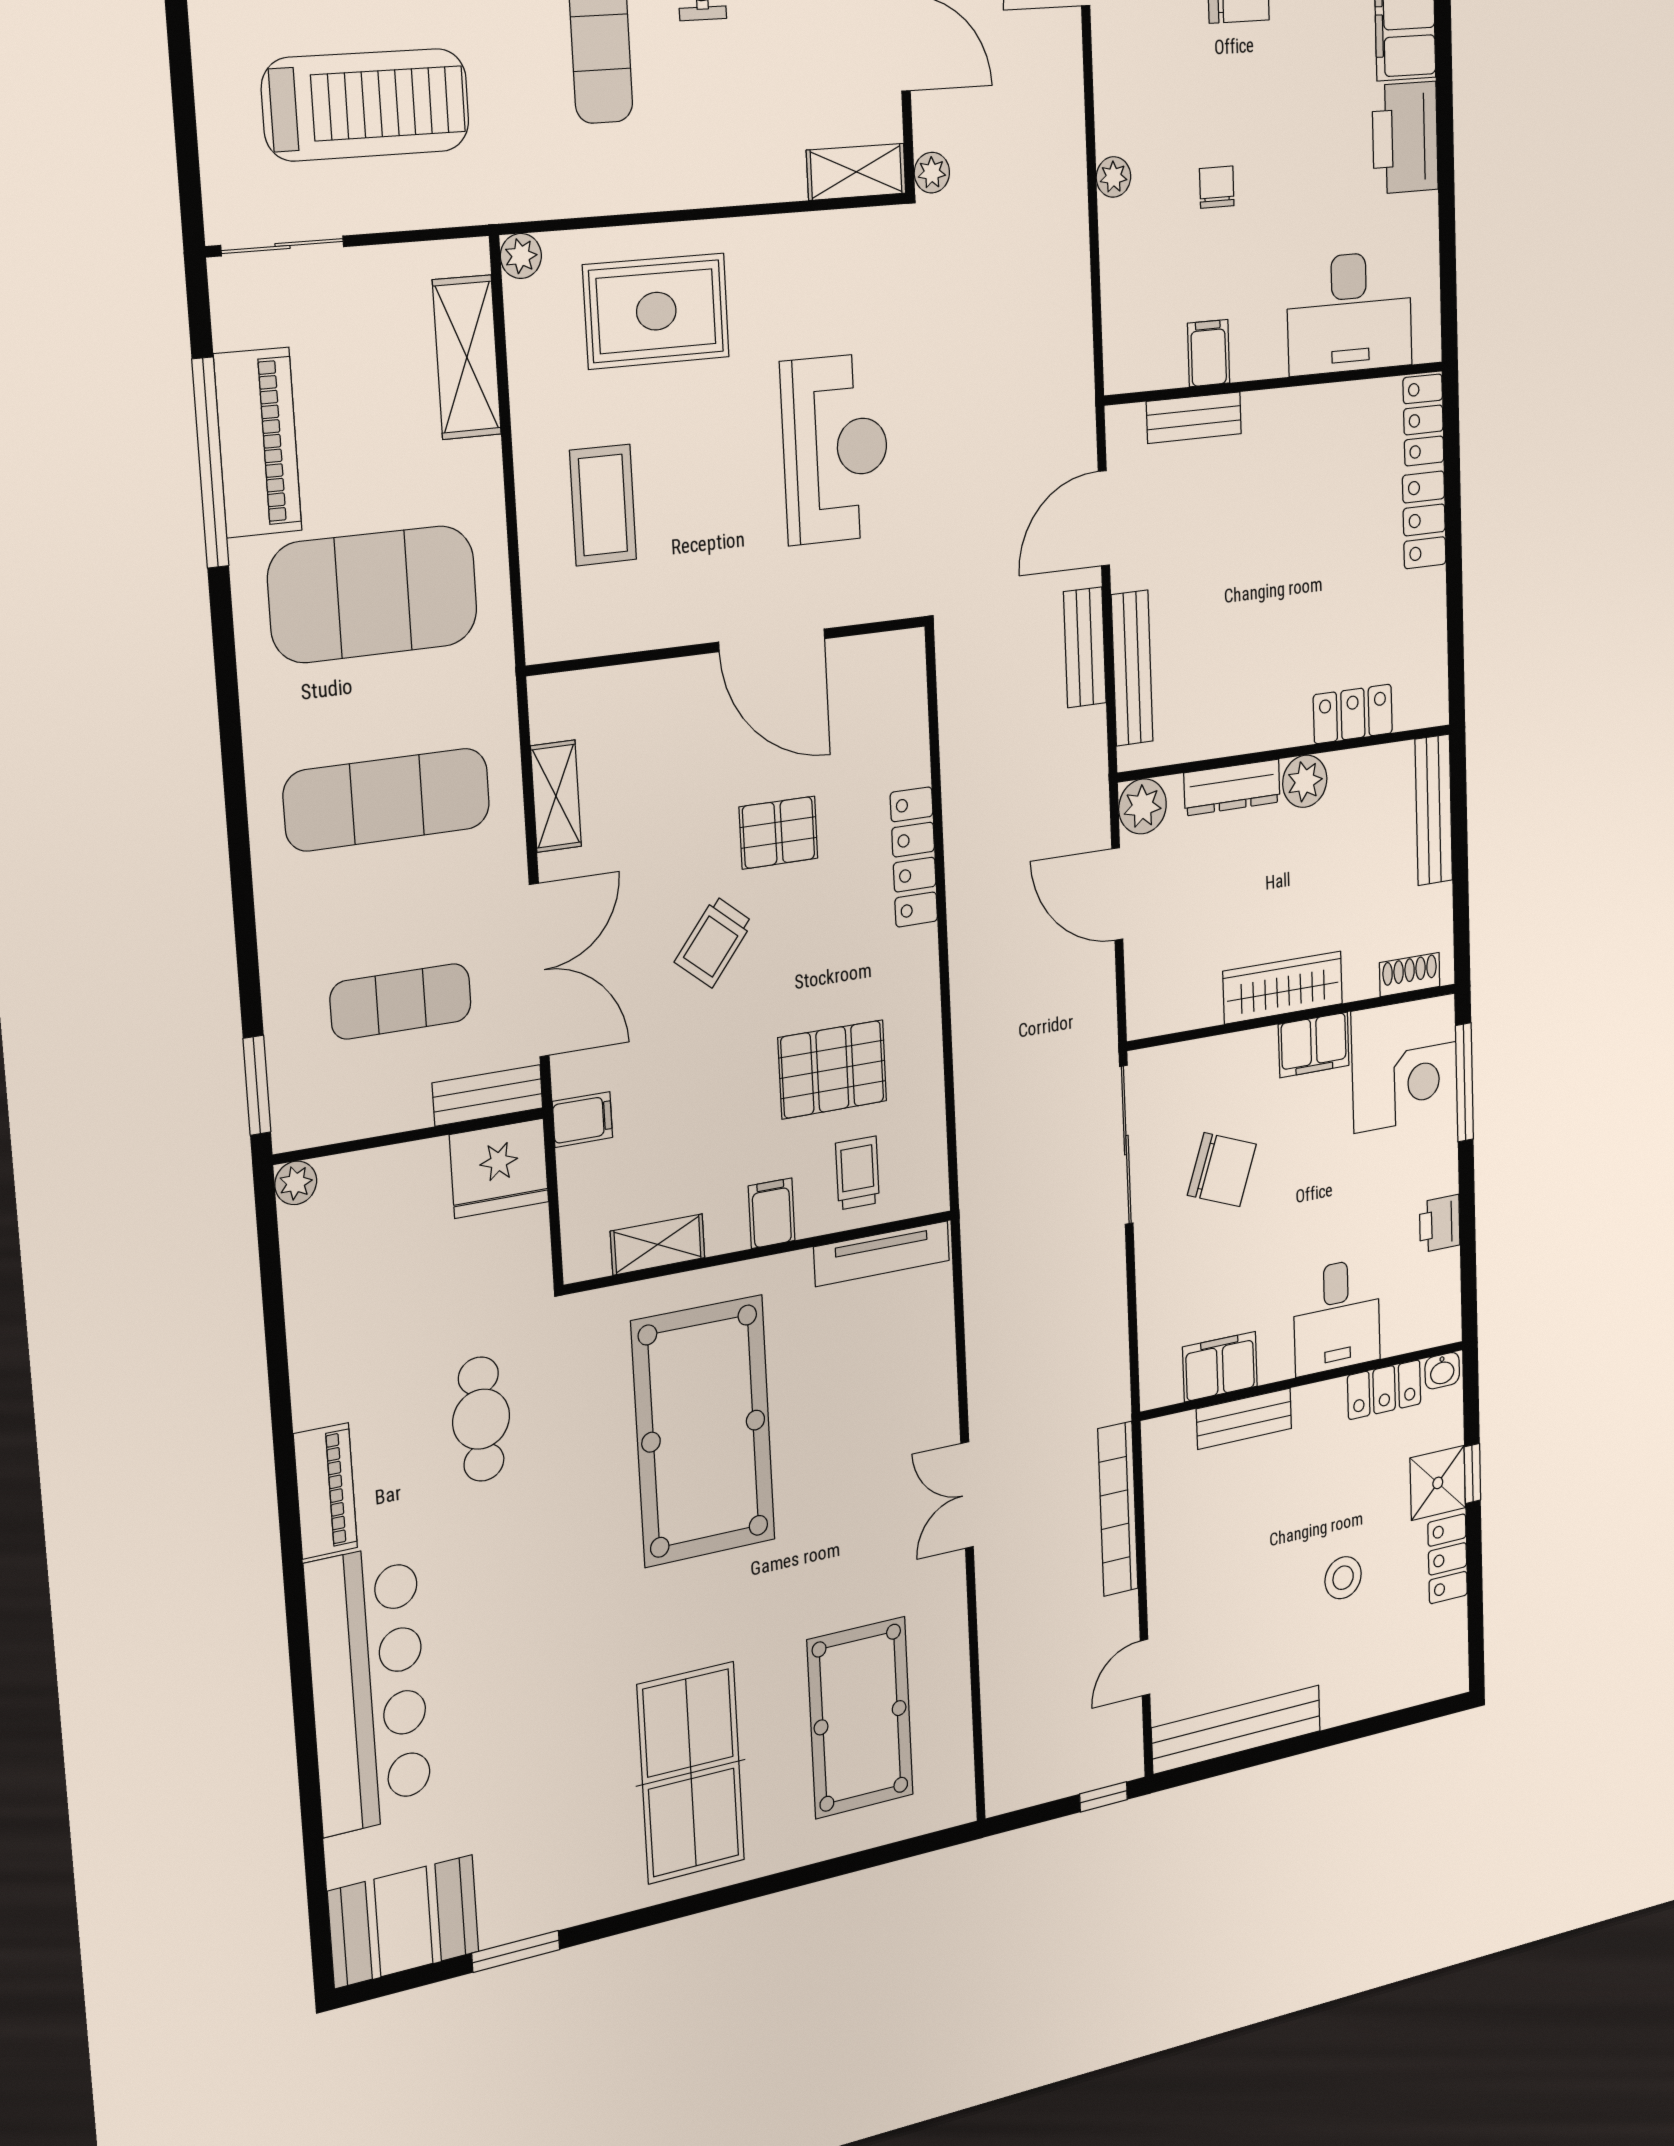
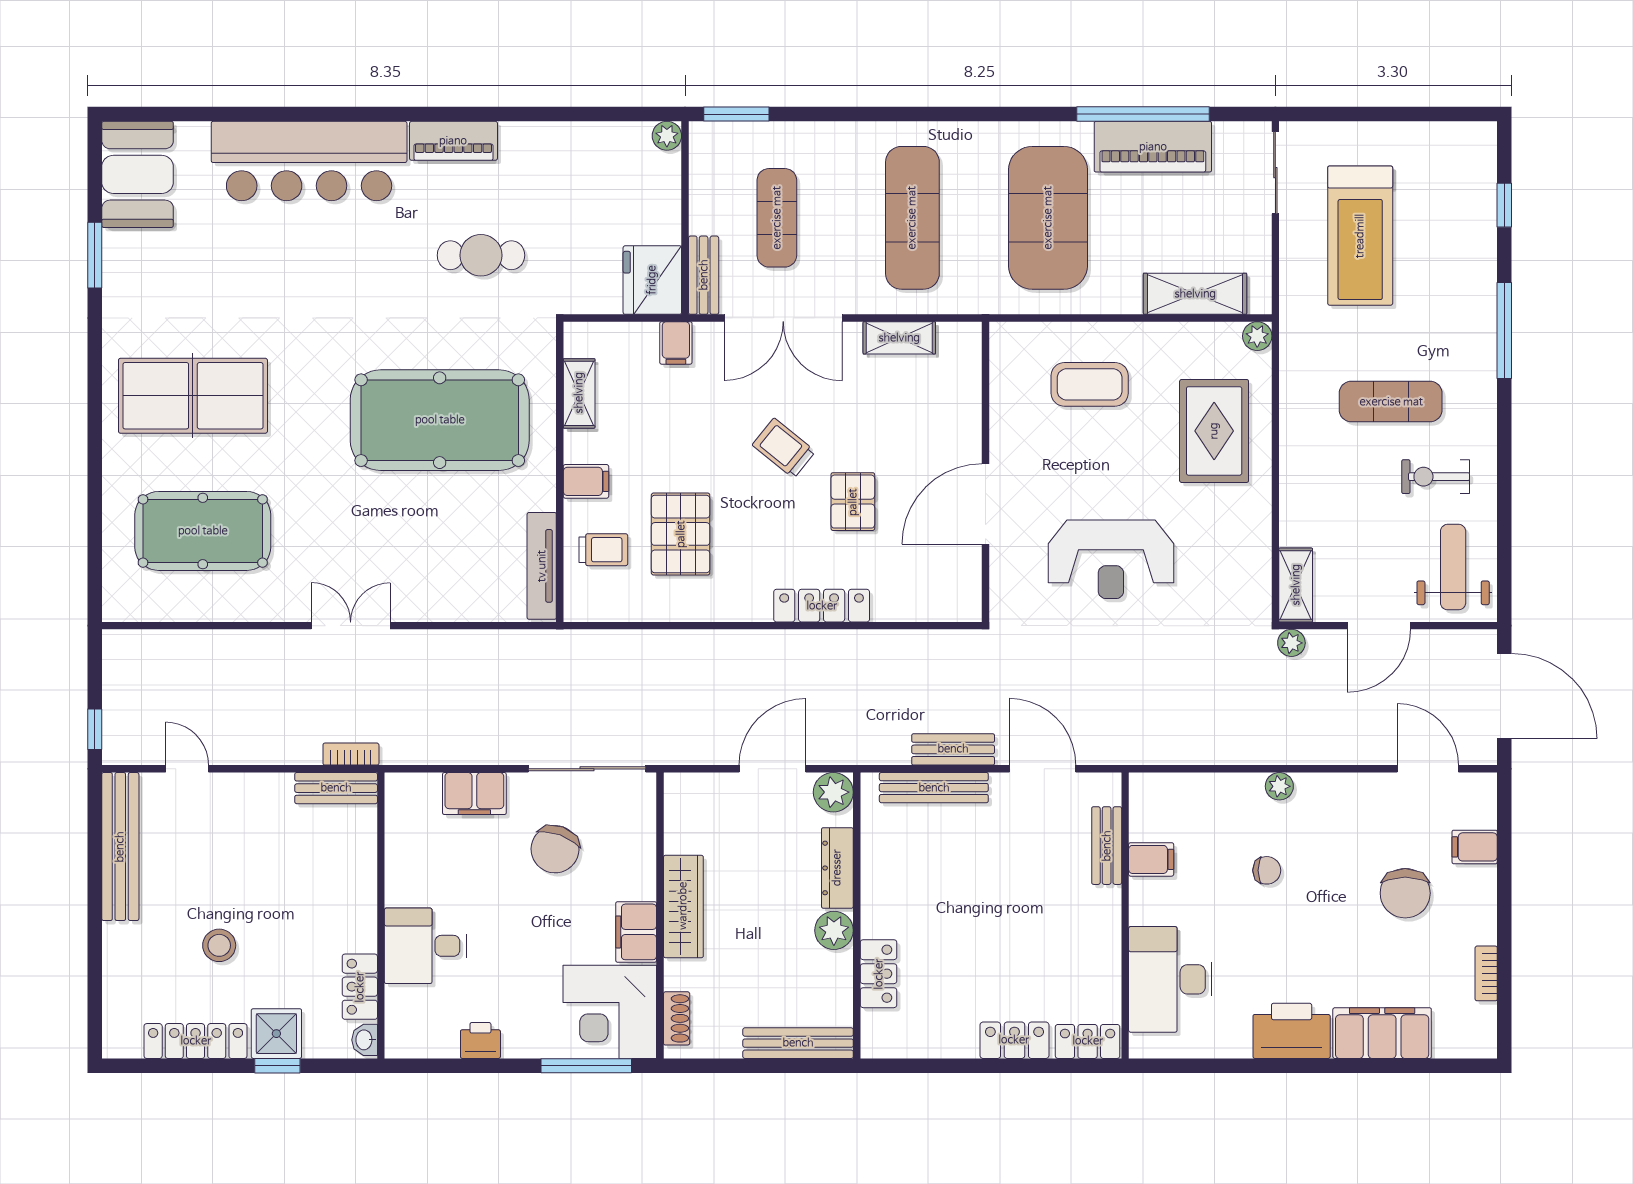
filing cabinet: (1220, 1367) -> (474, 794), moved, turned 90
bench: (1244, 1419) -> (336, 788), moved, turned 90
bookcase: (1118, 1509) -> (351, 754), width x0.43, depth x0.76
locker: (1448, 1559) -> (196, 1041), width x1.53

